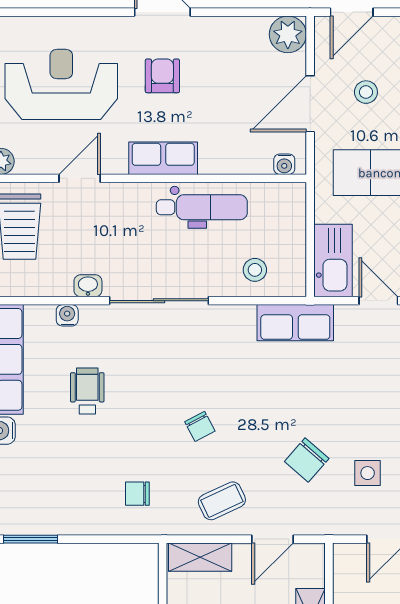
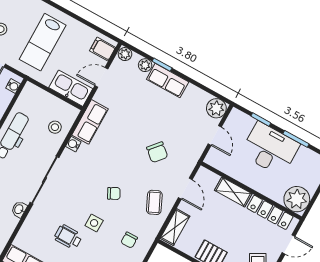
water cooler: (67, 315) -> (73, 144), moved
side table: (368, 473) -> (94, 223), moved

